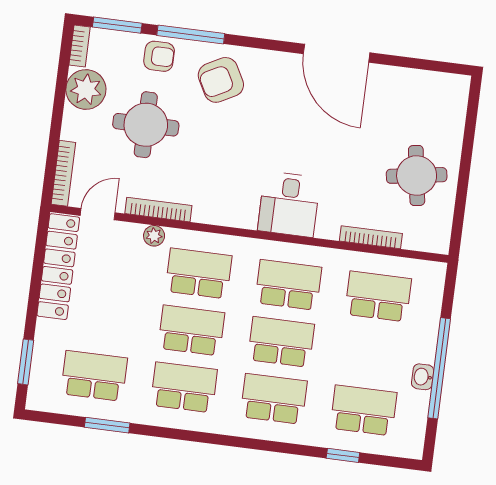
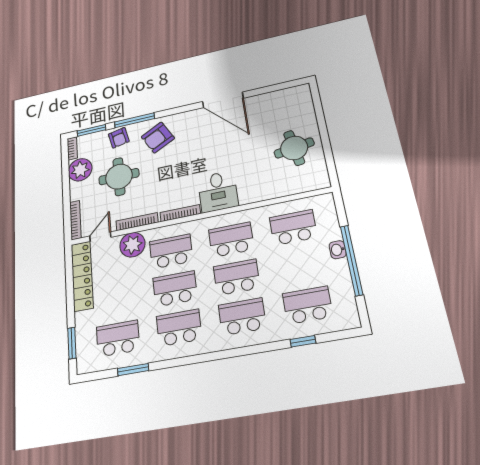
armchair: (159, 56) -> (119, 138), turned 78
plant: (154, 236) -> (132, 245), width x1.87, depth x1.87
bookcase: (371, 237) -> (180, 213), moved
washbasin: (423, 377) -> (338, 250), moved

